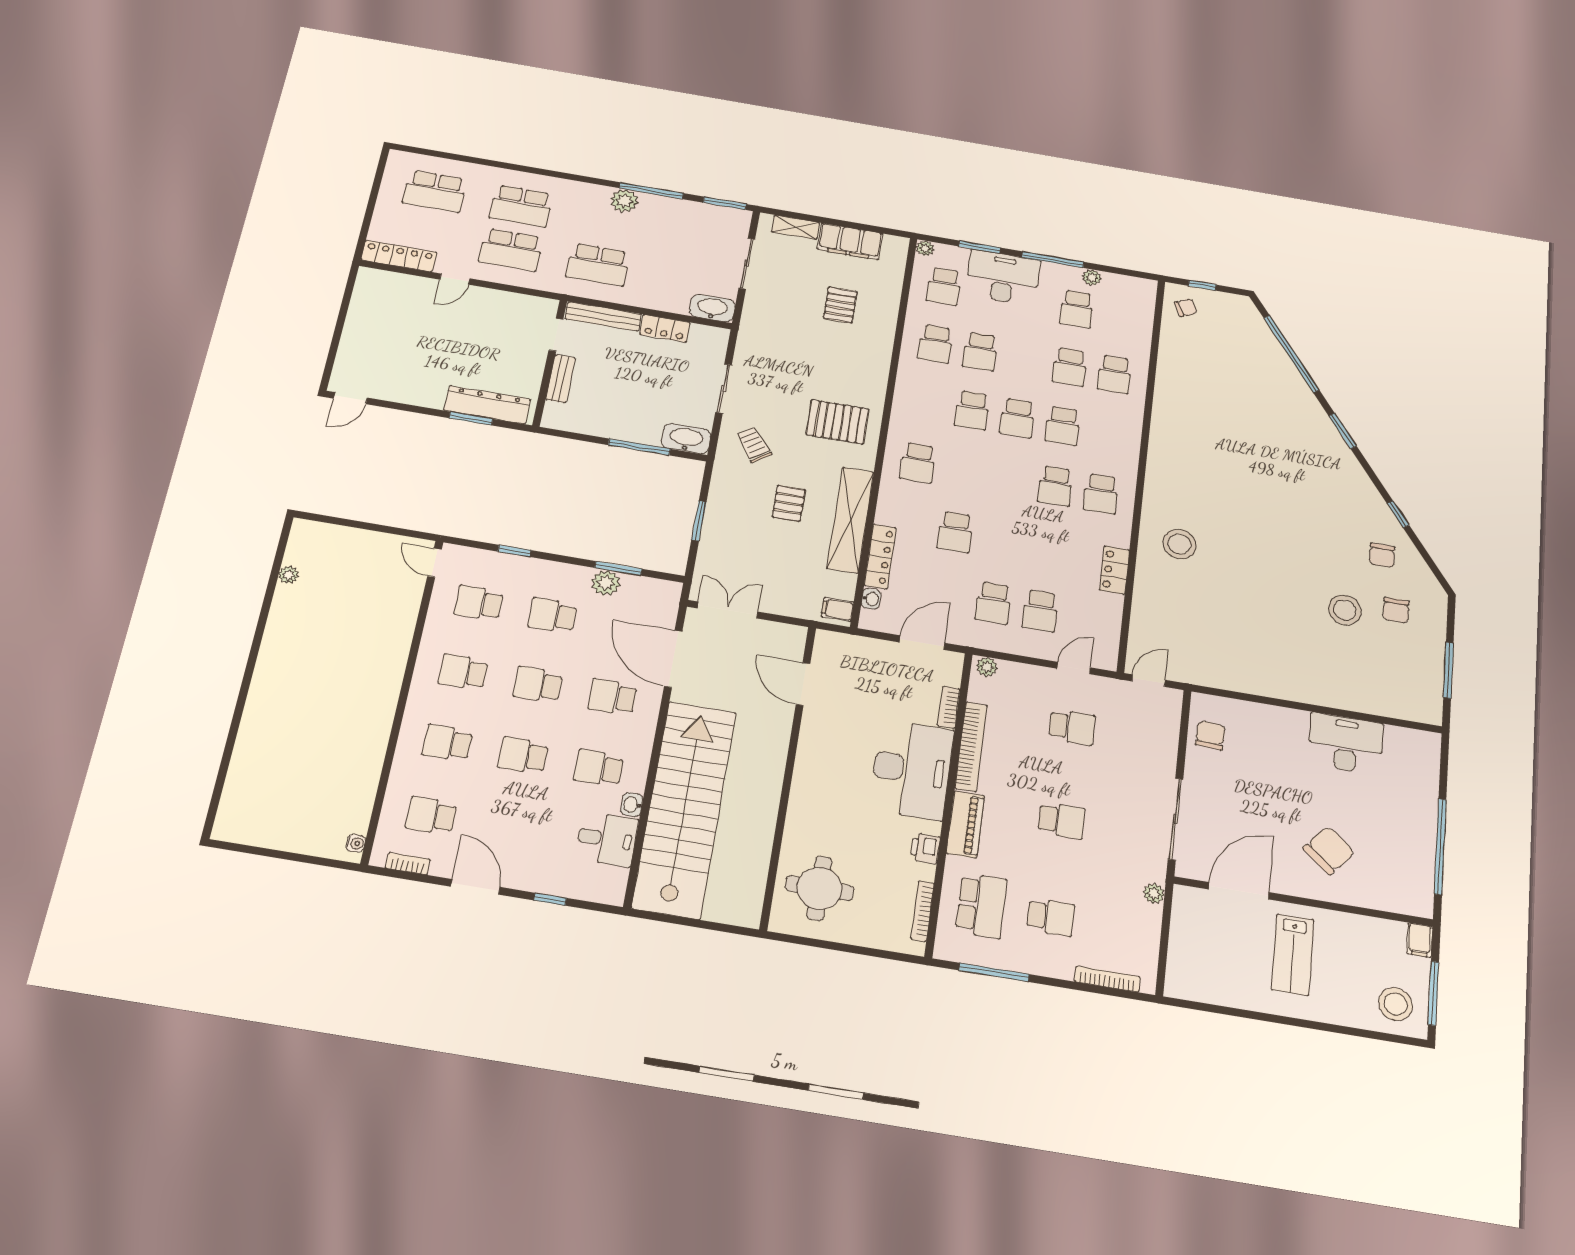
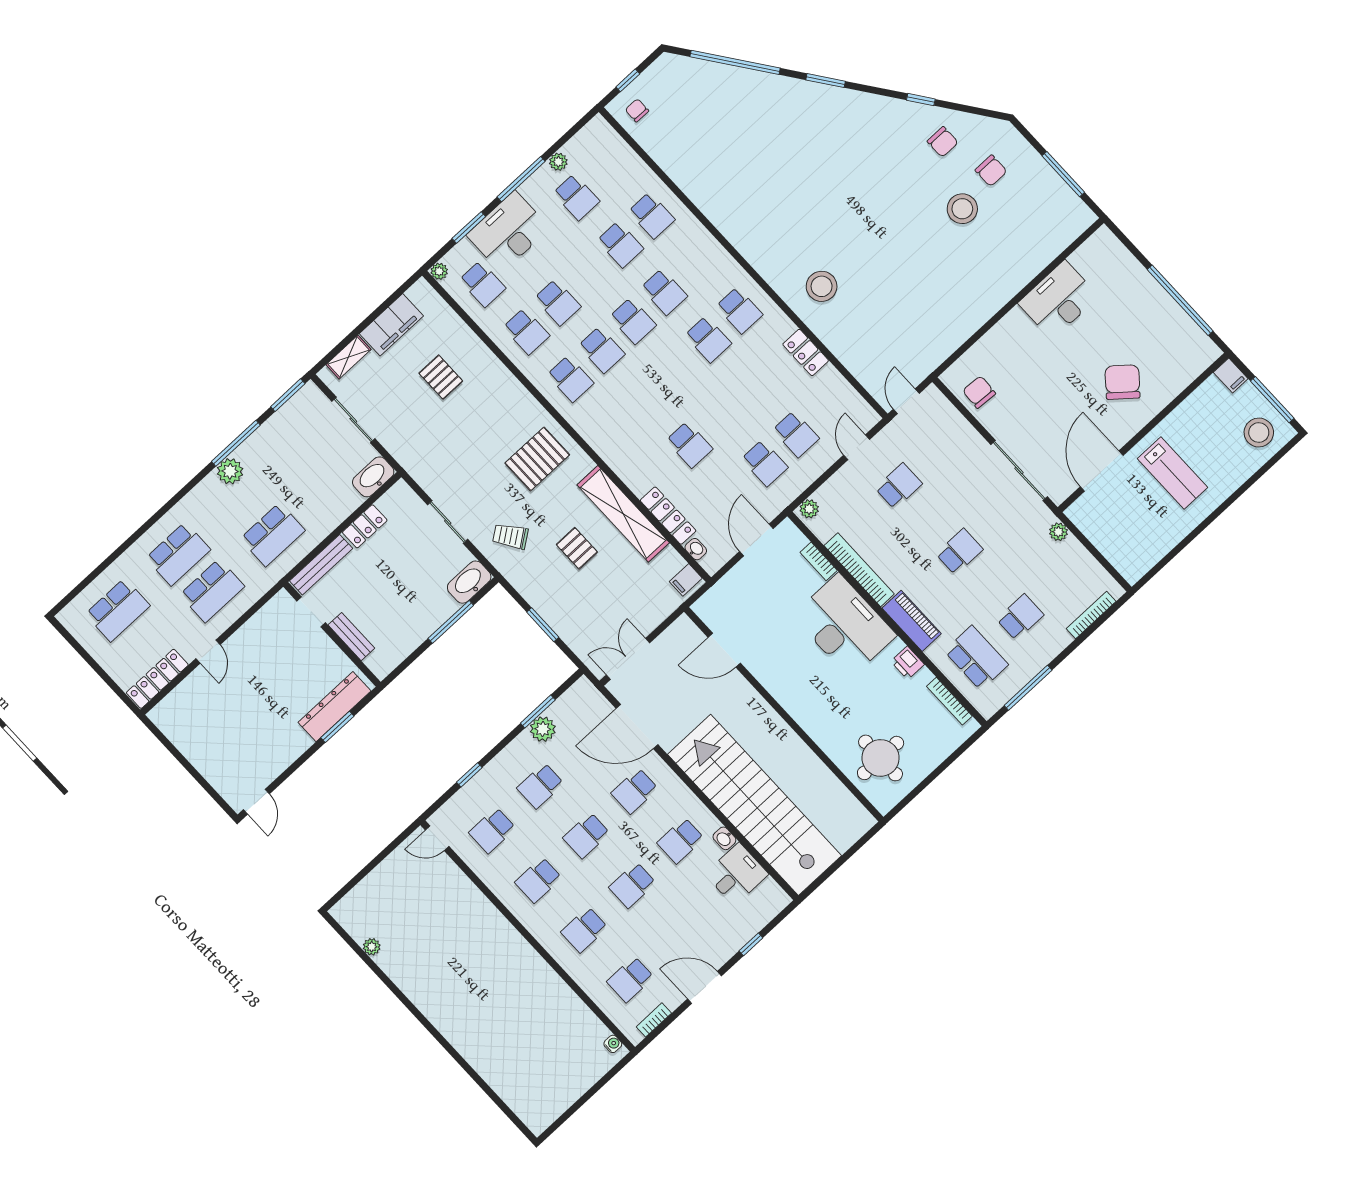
chair: (1186, 308) -> (637, 110), turned -64
school desk: (918, 463) -> (570, 379), moved

